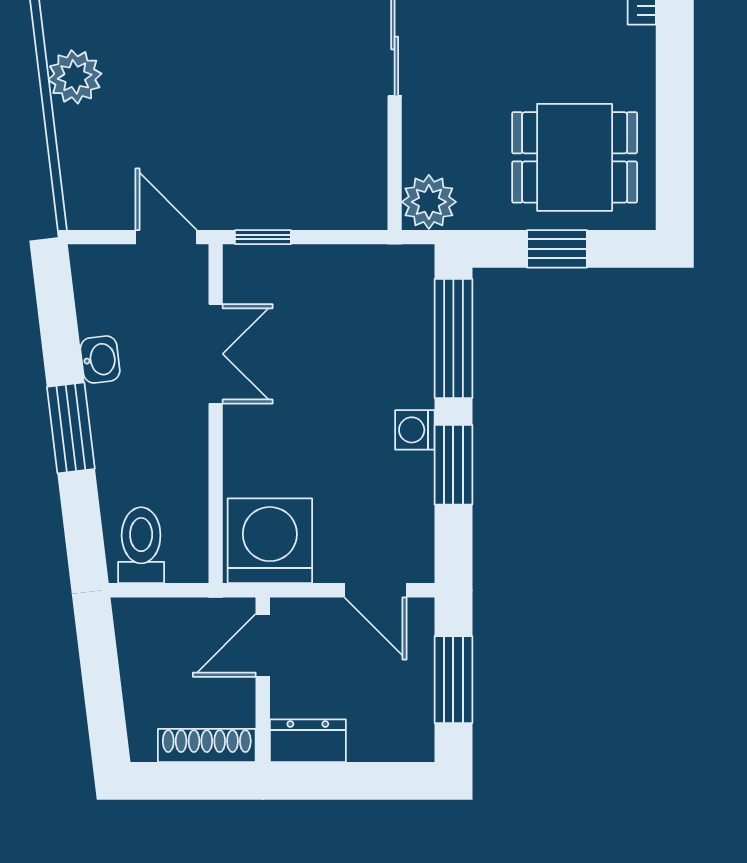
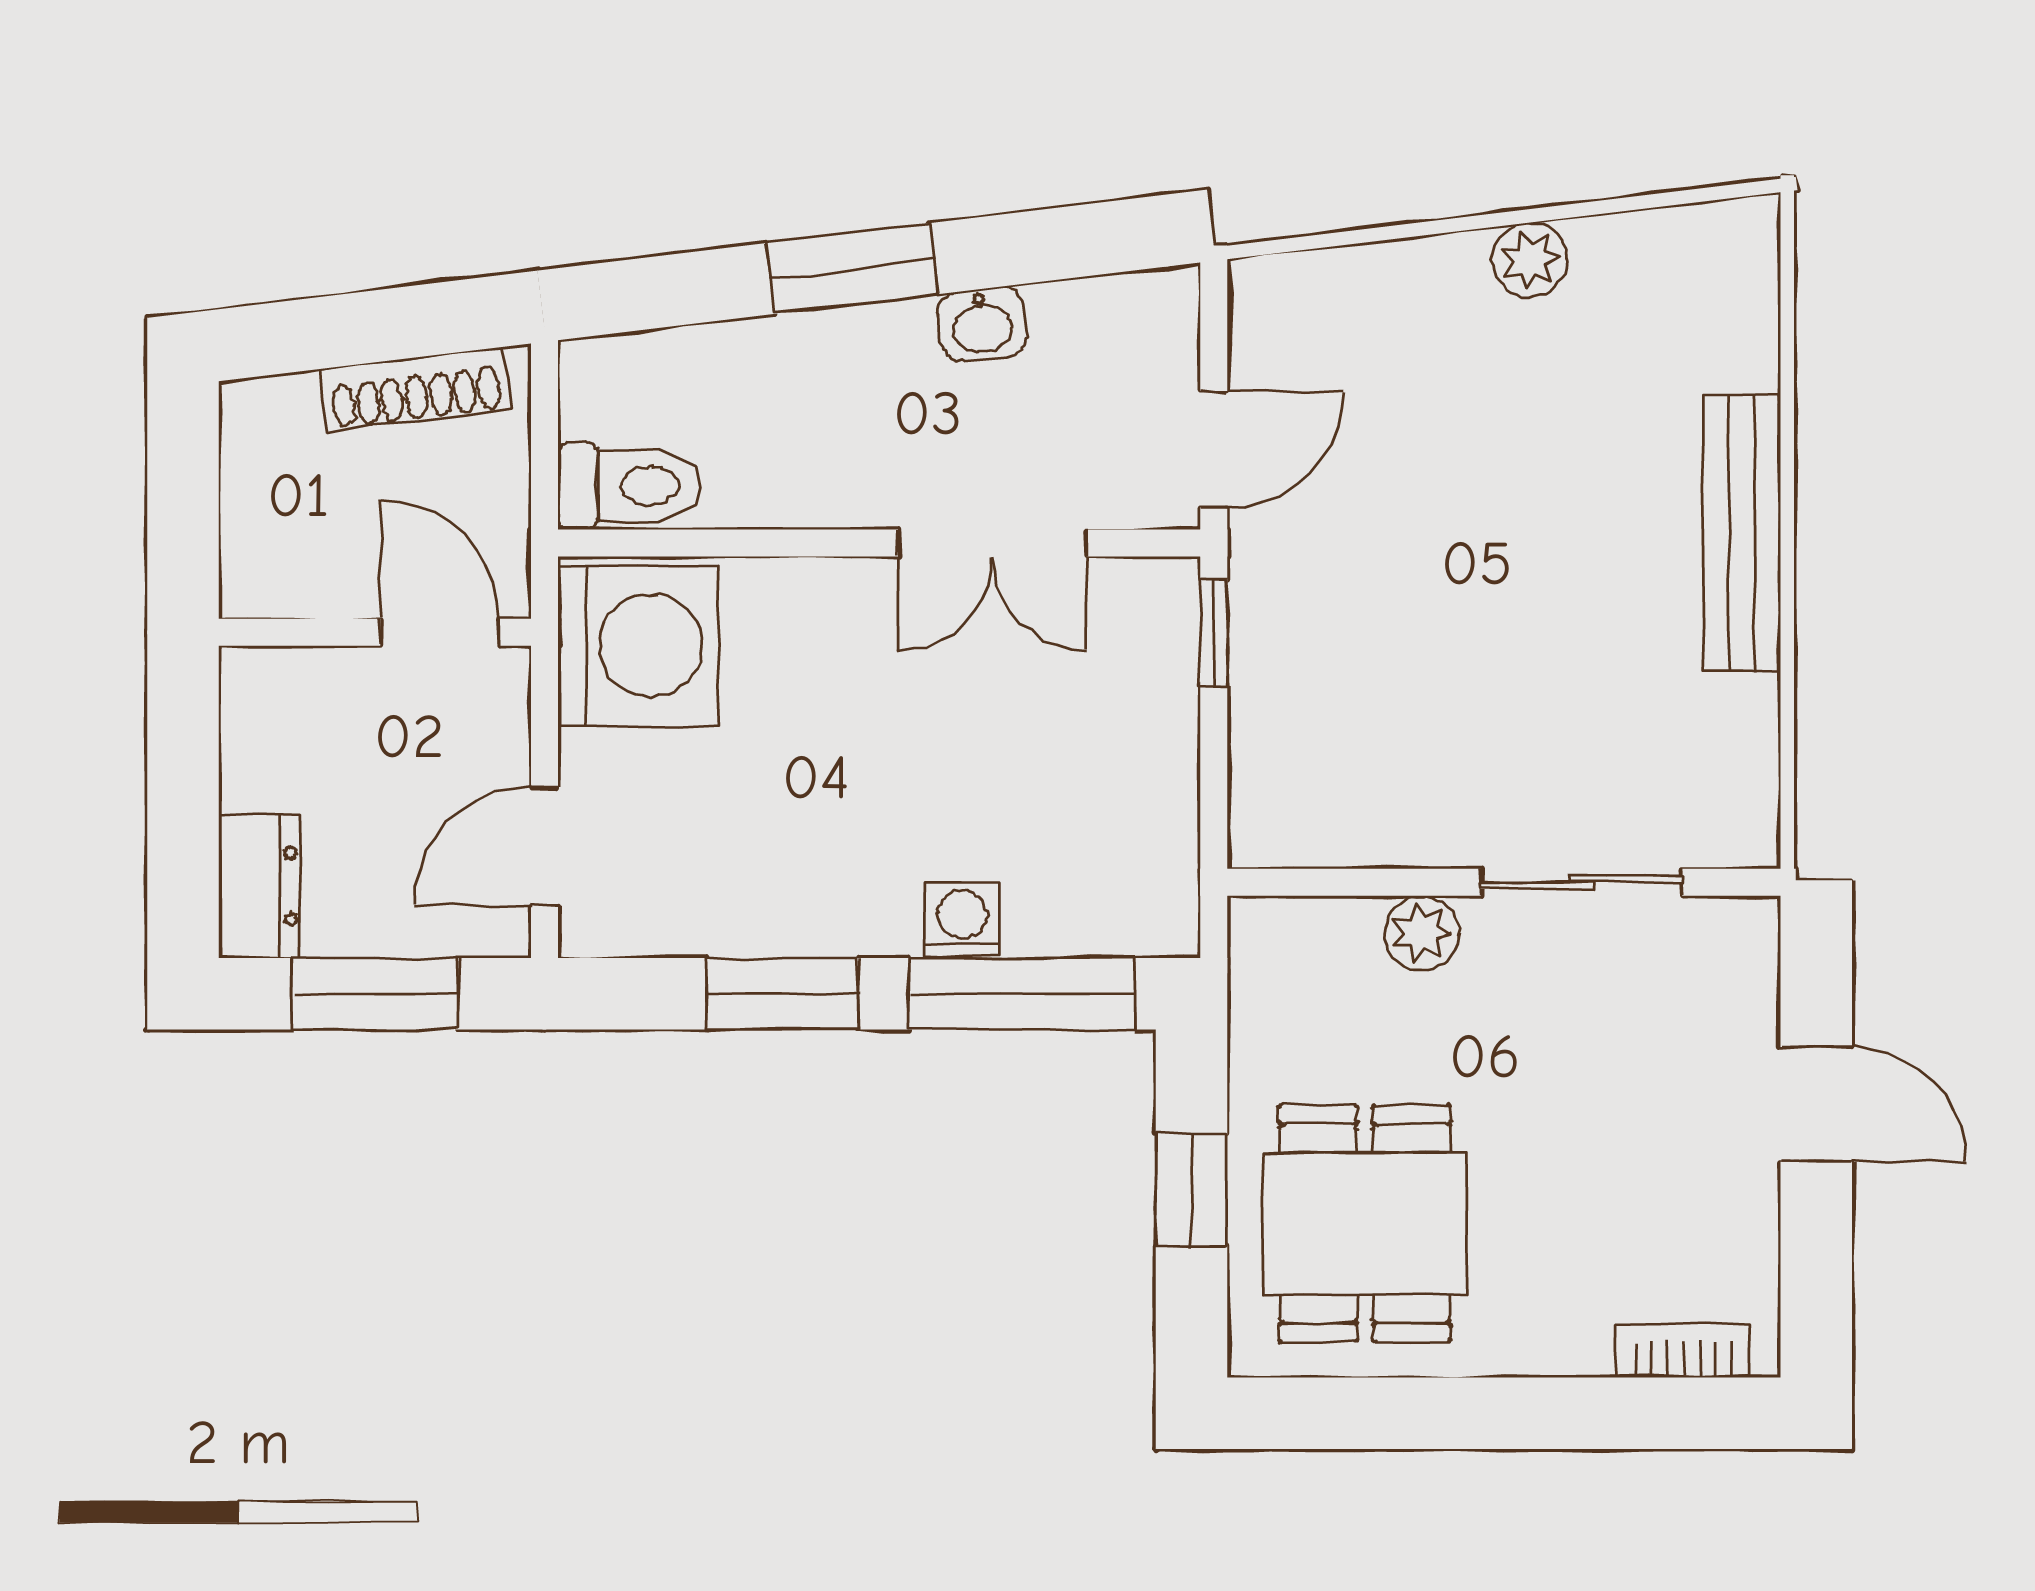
plant: (75, 77) -> (1530, 260), width x0.73, depth x0.73
plant: (429, 202) -> (1421, 933), moved, width x0.73, depth x0.73
washing machine: (415, 430) -> (962, 921), moved
toilet: (141, 545) -> (630, 486), moved
dresser: (308, 741) -> (259, 886), moved
shoe rack: (207, 745) -> (415, 389), moved, turned 83

